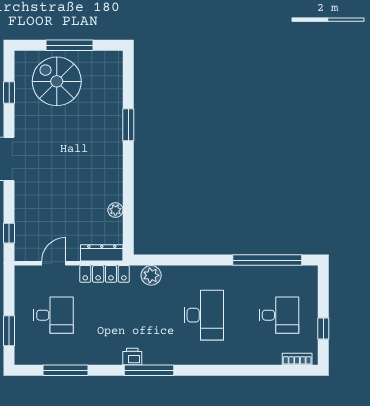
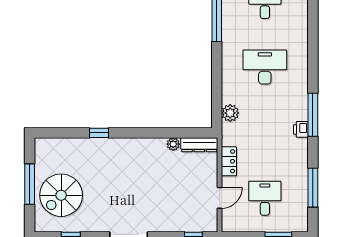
window: (128, 125) -> (99, 133), width x0.67
dresser: (102, 253) -> (199, 145), moved, turned -90
door: (54, 263) -> (220, 198), swing flipped
locker: (105, 274) -> (229, 161), width x0.66

